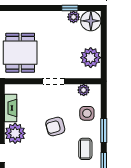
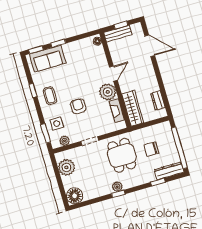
window: (70, 8) -> (118, 194), moved
plant: (74, 17) -> (117, 187), moved
armchair: (55, 127) -> (78, 106), turned -74
window: (104, 131) -> (46, 133), moved

